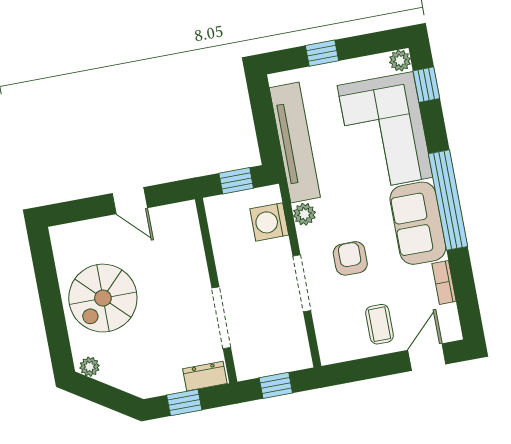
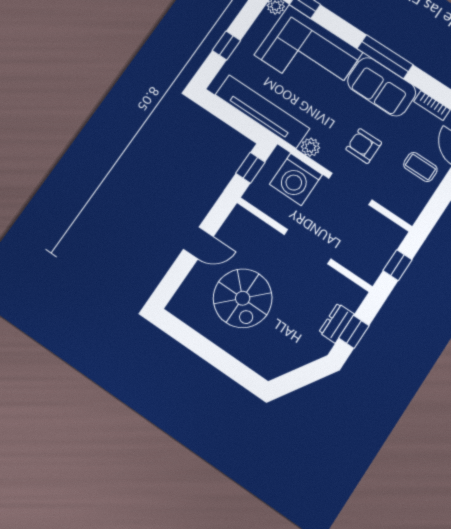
window: (448, 200) -> (385, 57), width x0.68
washing machine: (269, 222) -> (296, 179), width x1.37, depth x1.37
spiral stairs: (103, 298) -> (243, 298), moved
doorway: (221, 318) -> (307, 247), moved
plant: (90, 367) -> (274, 369), removed
dresser: (205, 376) -> (337, 323), moved

